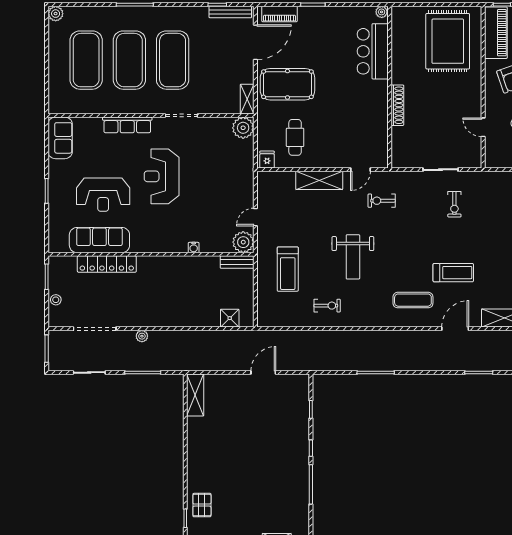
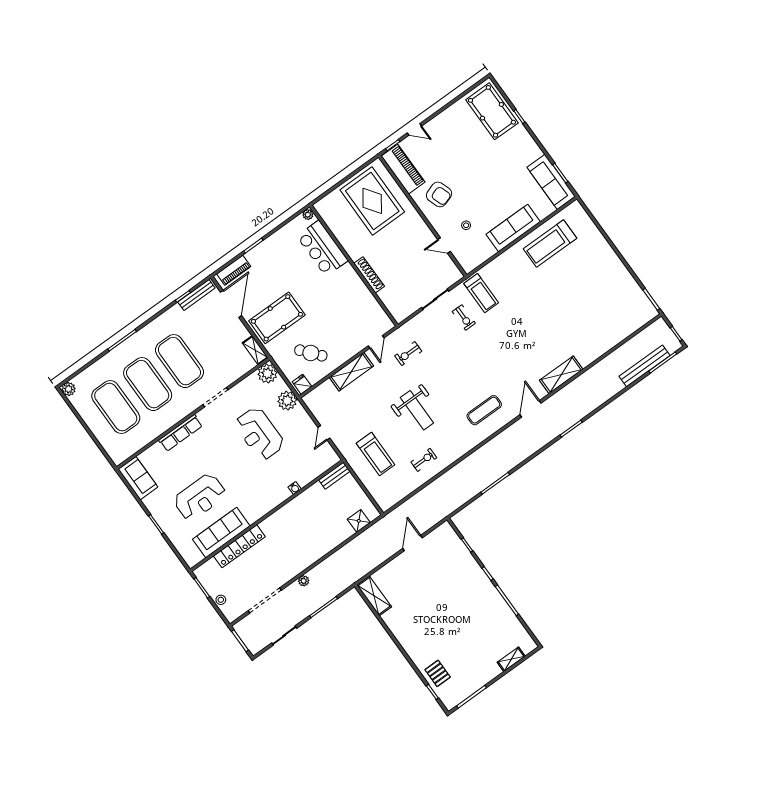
cafe table: (295, 137) -> (311, 353), turned -40
reception desk: (162, 176) -> (259, 434), moved
plant: (243, 242) -> (287, 401), moved
treadmill: (453, 273) -> (481, 293), moved, turned 90

